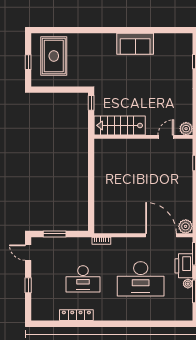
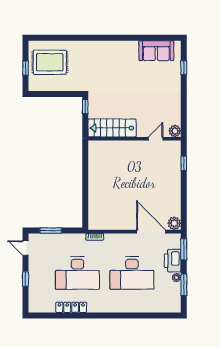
sofa: (135, 44) -> (156, 51), moved
rug: (54, 56) -> (50, 62), turned 90
desk: (83, 279) -> (77, 273), width x1.36, depth x1.30

